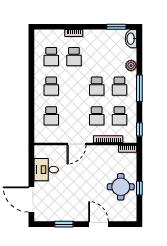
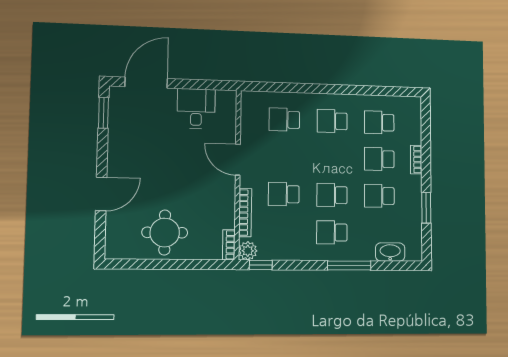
window: (116, 27) -> (426, 208), moved
washbasin: (131, 39) -> (390, 252), moved
plant: (131, 66) -> (248, 251), moved
window: (139, 88) -> (349, 265), moved
school desk: (119, 116) -> (379, 196), moved
window: (139, 188) -> (162, 264), removed
window: (64, 224) -> (103, 113), moved

